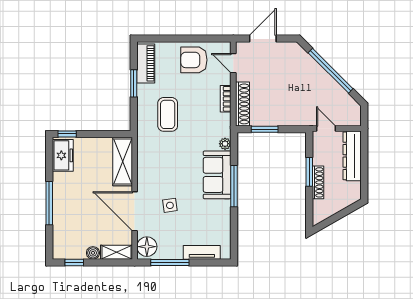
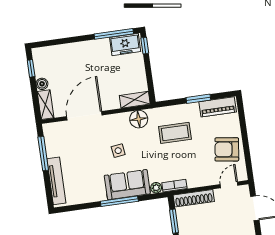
armchair: (194, 60) -> (227, 149), turned -82
bookcase: (226, 99) -> (174, 186), moved
shelving: (123, 162) -> (135, 100), width x0.67, depth x0.75
window: (49, 203) -> (114, 34), moved
side table: (170, 205) -> (118, 151), moved
floor lamp: (147, 247) -> (139, 119), moved
tv unit: (202, 252) -> (56, 181), width x1.41

